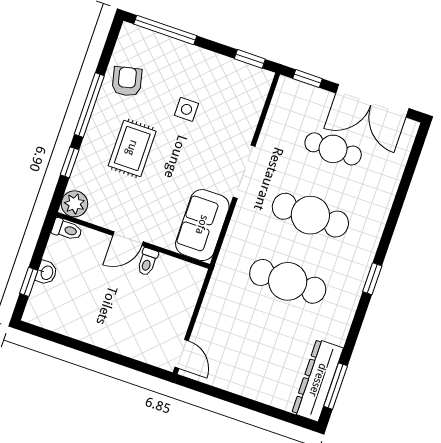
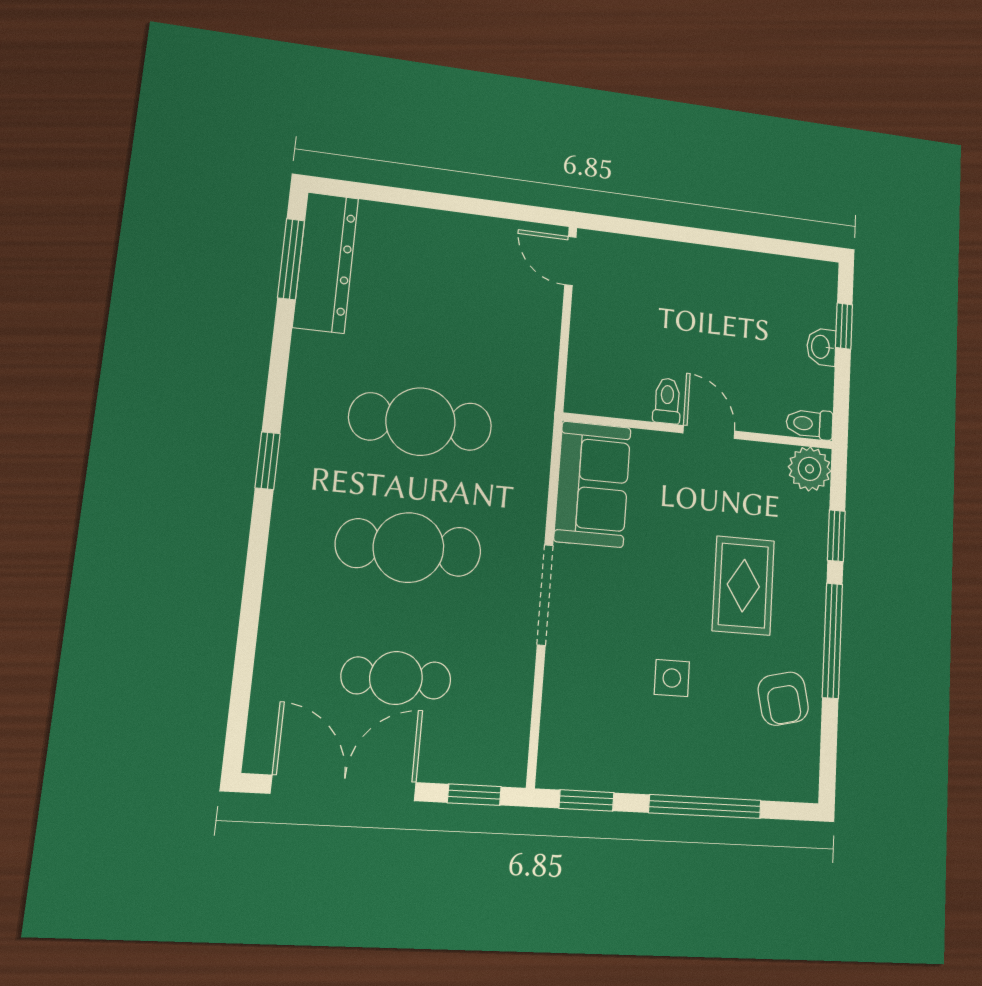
window: (165, 30) -> (705, 807), moved
door: (128, 239) -> (709, 432), hinge flipped

